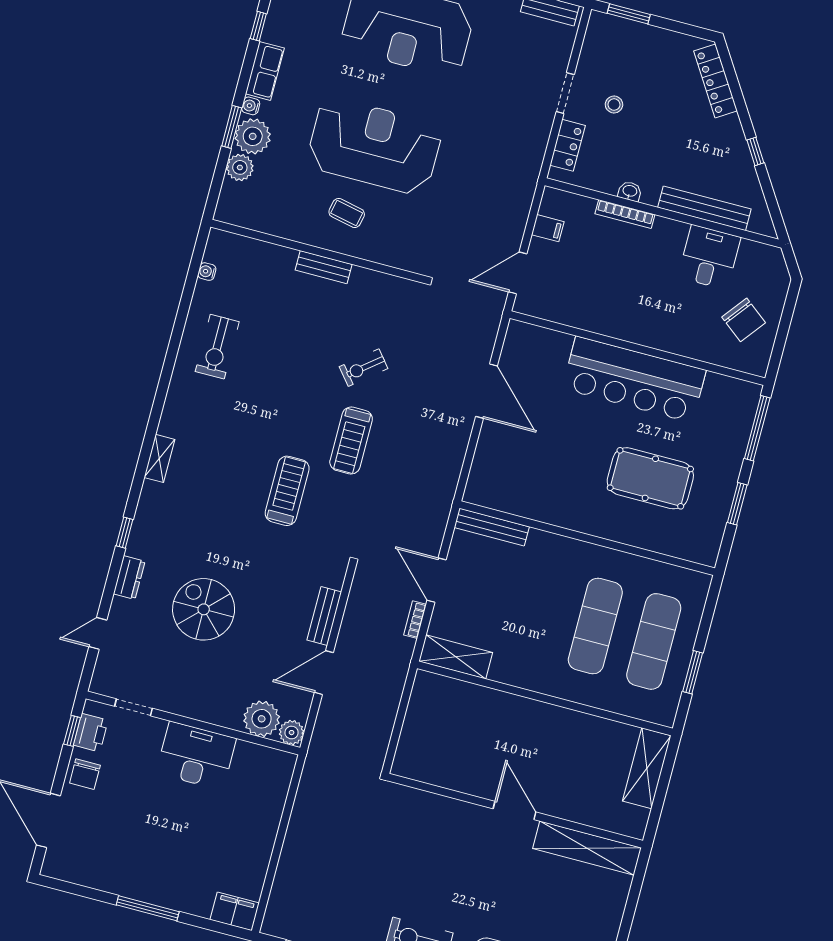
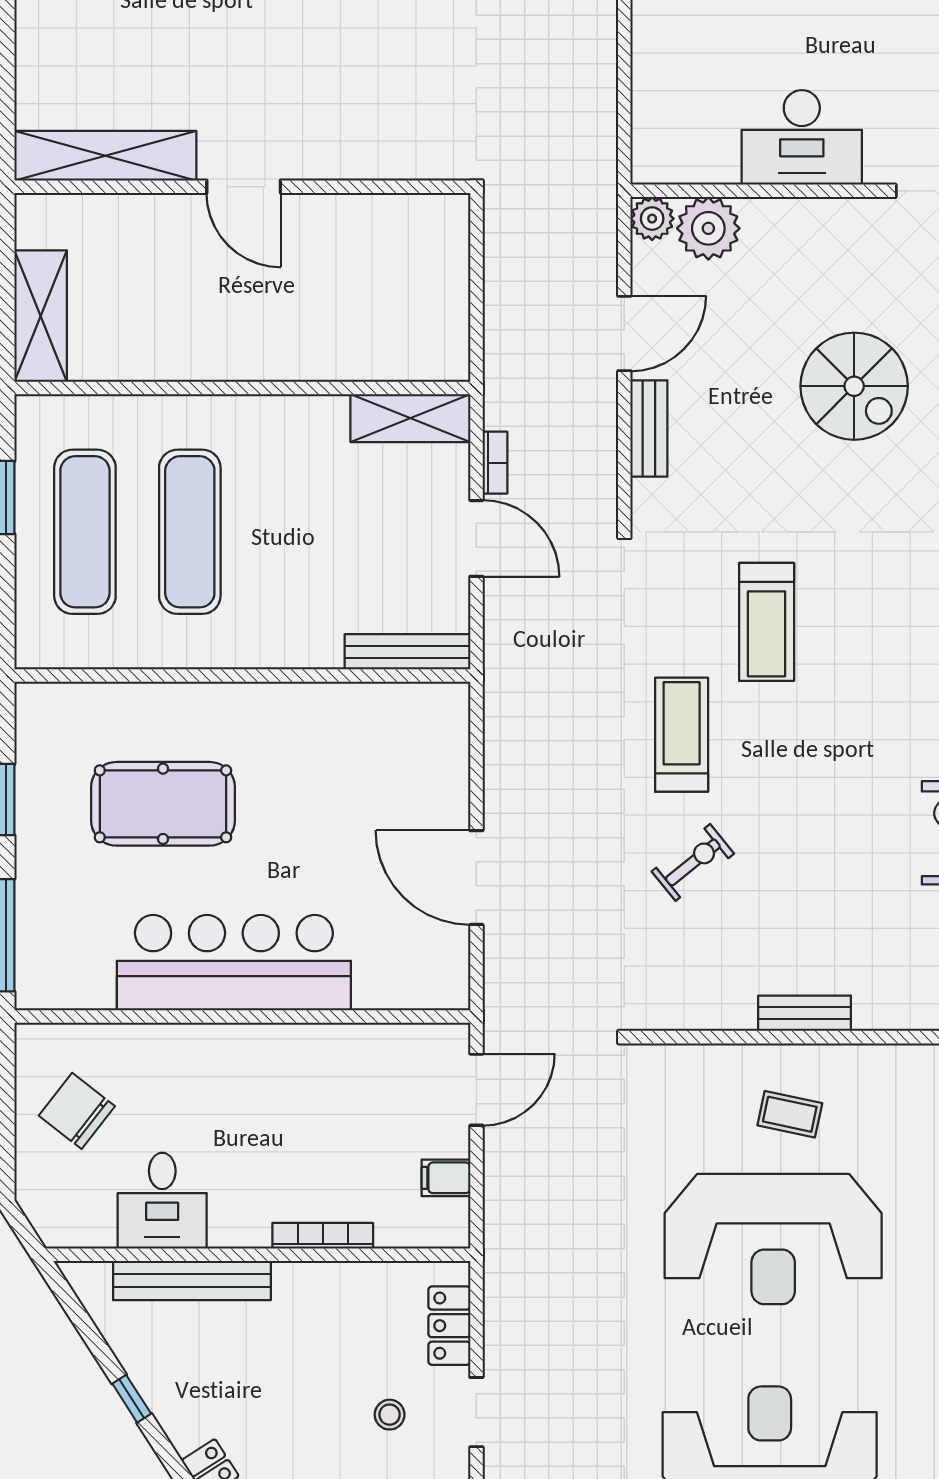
washbasin: (630, 191) -> (325, 1276), removed

